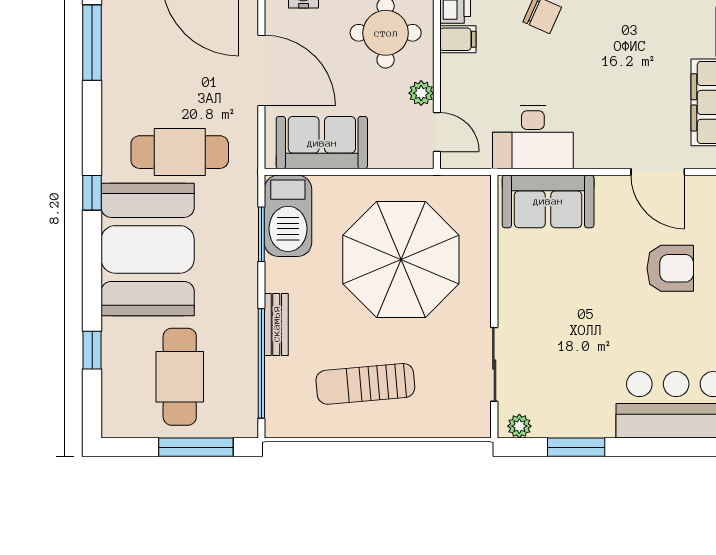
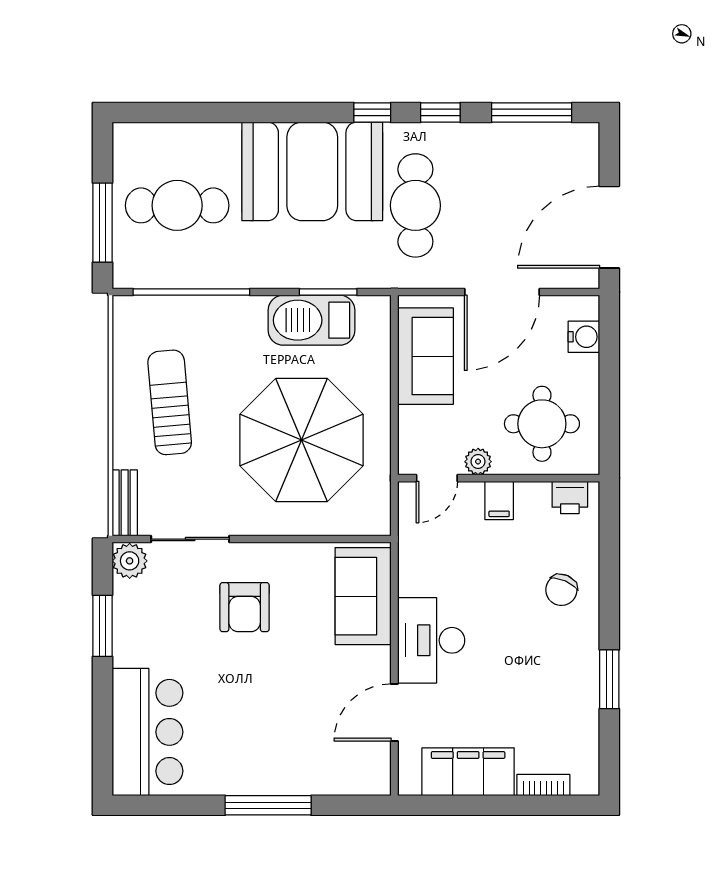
filing cabinet: (458, 39) -> (499, 500), moved
desk: (533, 137) -> (431, 640), moved
barbecue: (288, 216) -> (311, 320), moved
armchair: (670, 268) -> (245, 607), moved
bench: (276, 324) -> (125, 503), moved, turned 90
window: (92, 350) -> (440, 112), moved
plant: (519, 426) -> (130, 561), width x1.38, depth x1.38

